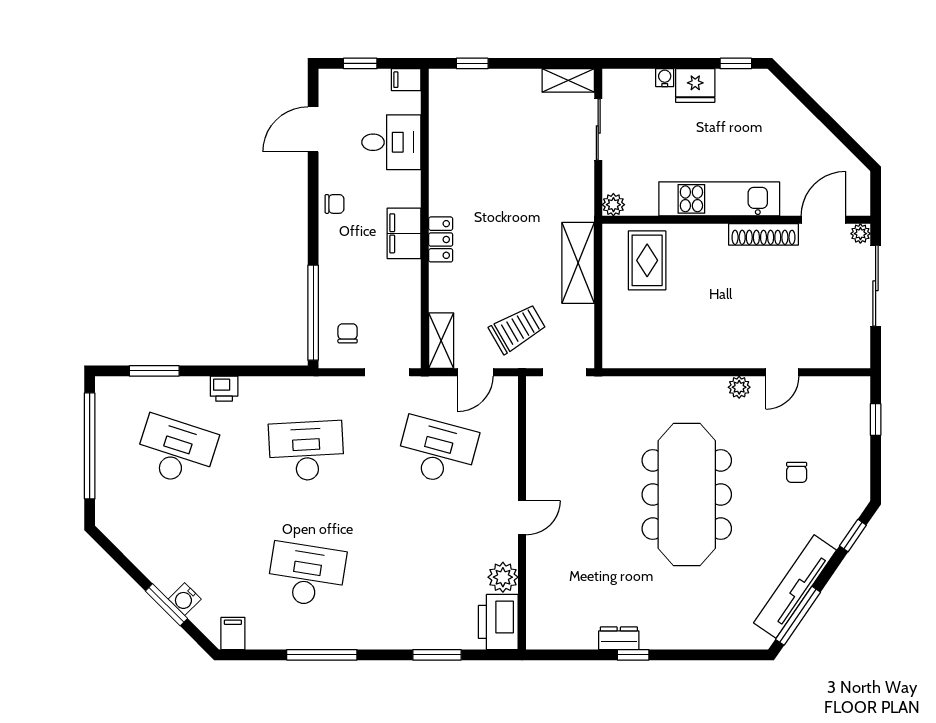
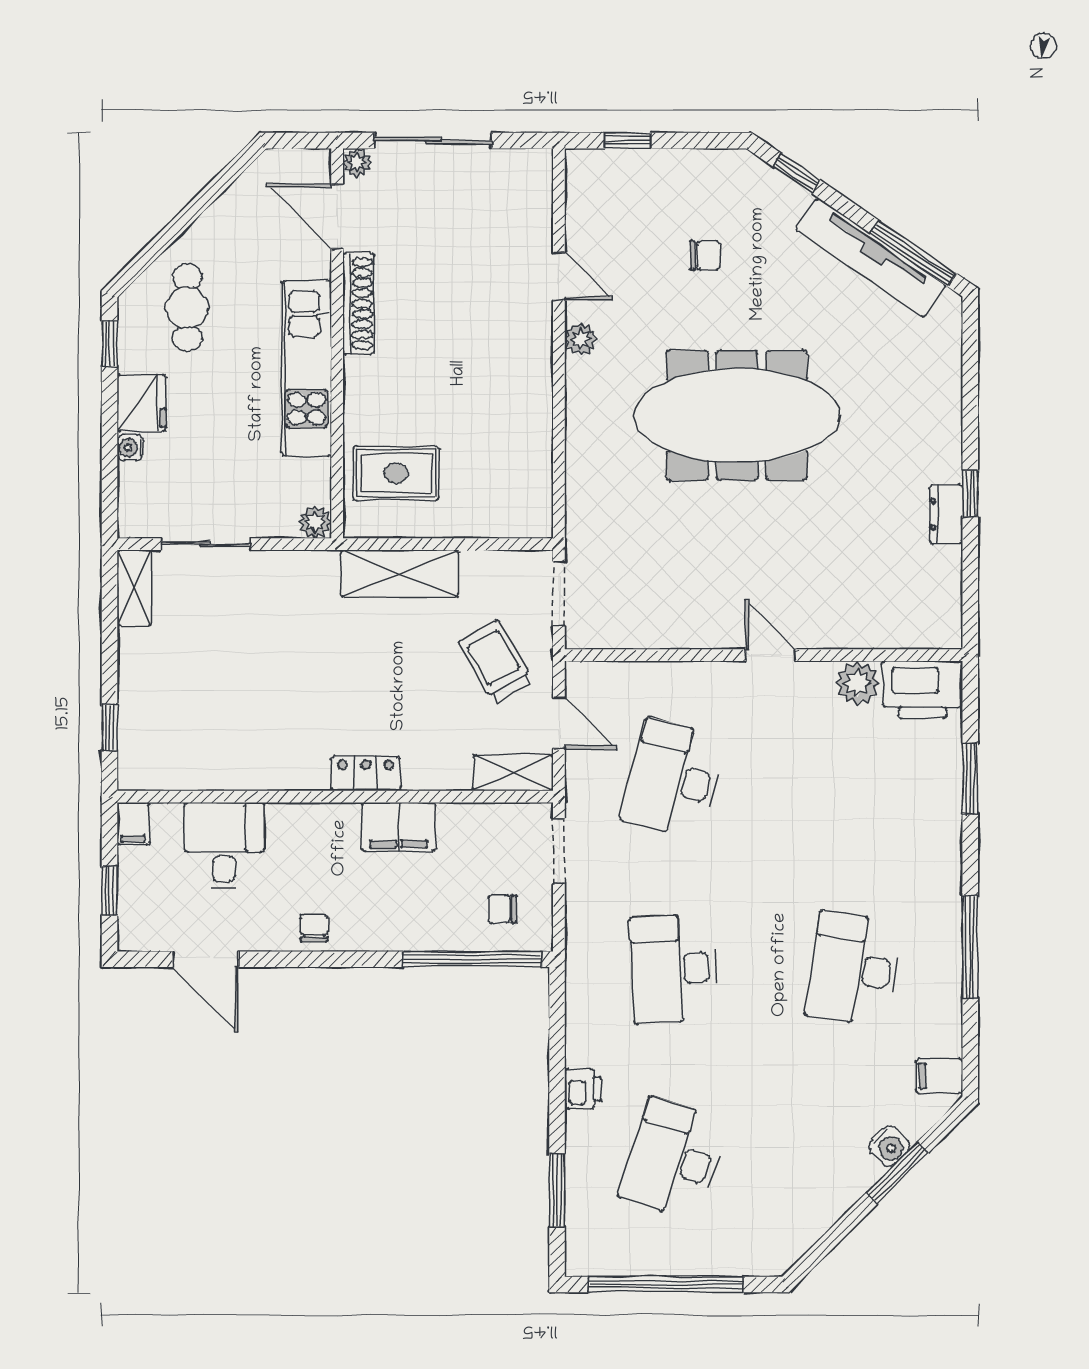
cafe table: (761, 117) -> (187, 307), added
filing cabinet: (404, 233) -> (399, 827), moved

